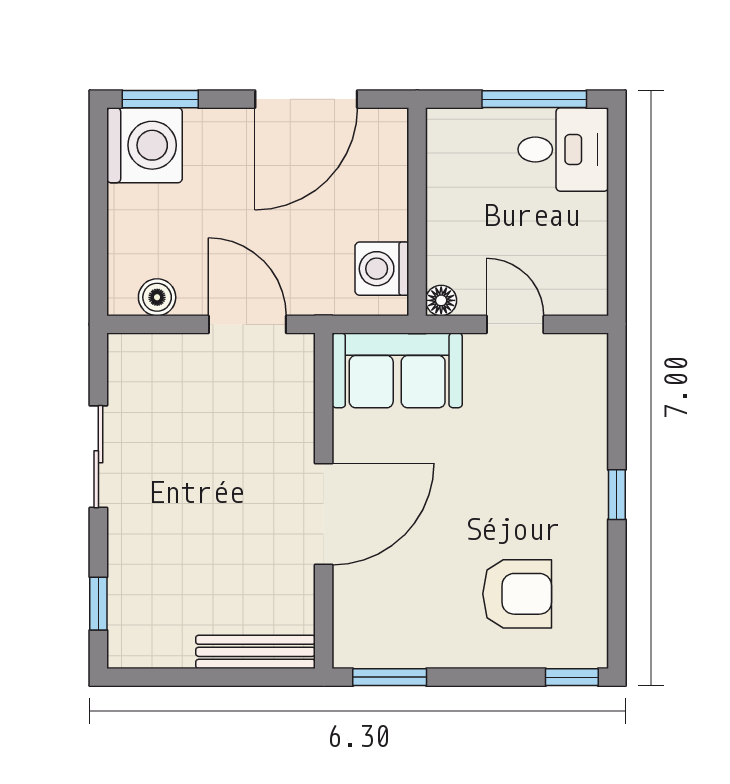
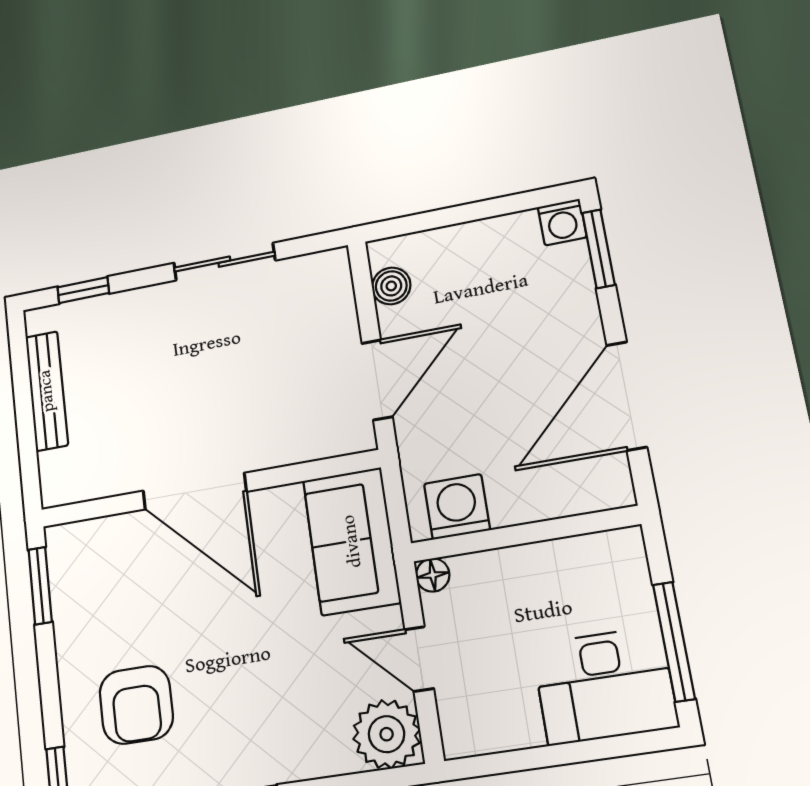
door: (306, 99) -> (627, 396), hinge flipped
washing machine: (145, 145) -> (562, 222), width x0.53, depth x0.53
desk: (563, 149) -> (605, 686), width x1.37
door: (515, 324) -> (419, 659), swing flipped
plant: (578, 364) -> (387, 734), added
bench: (256, 652) -> (47, 391), moved

